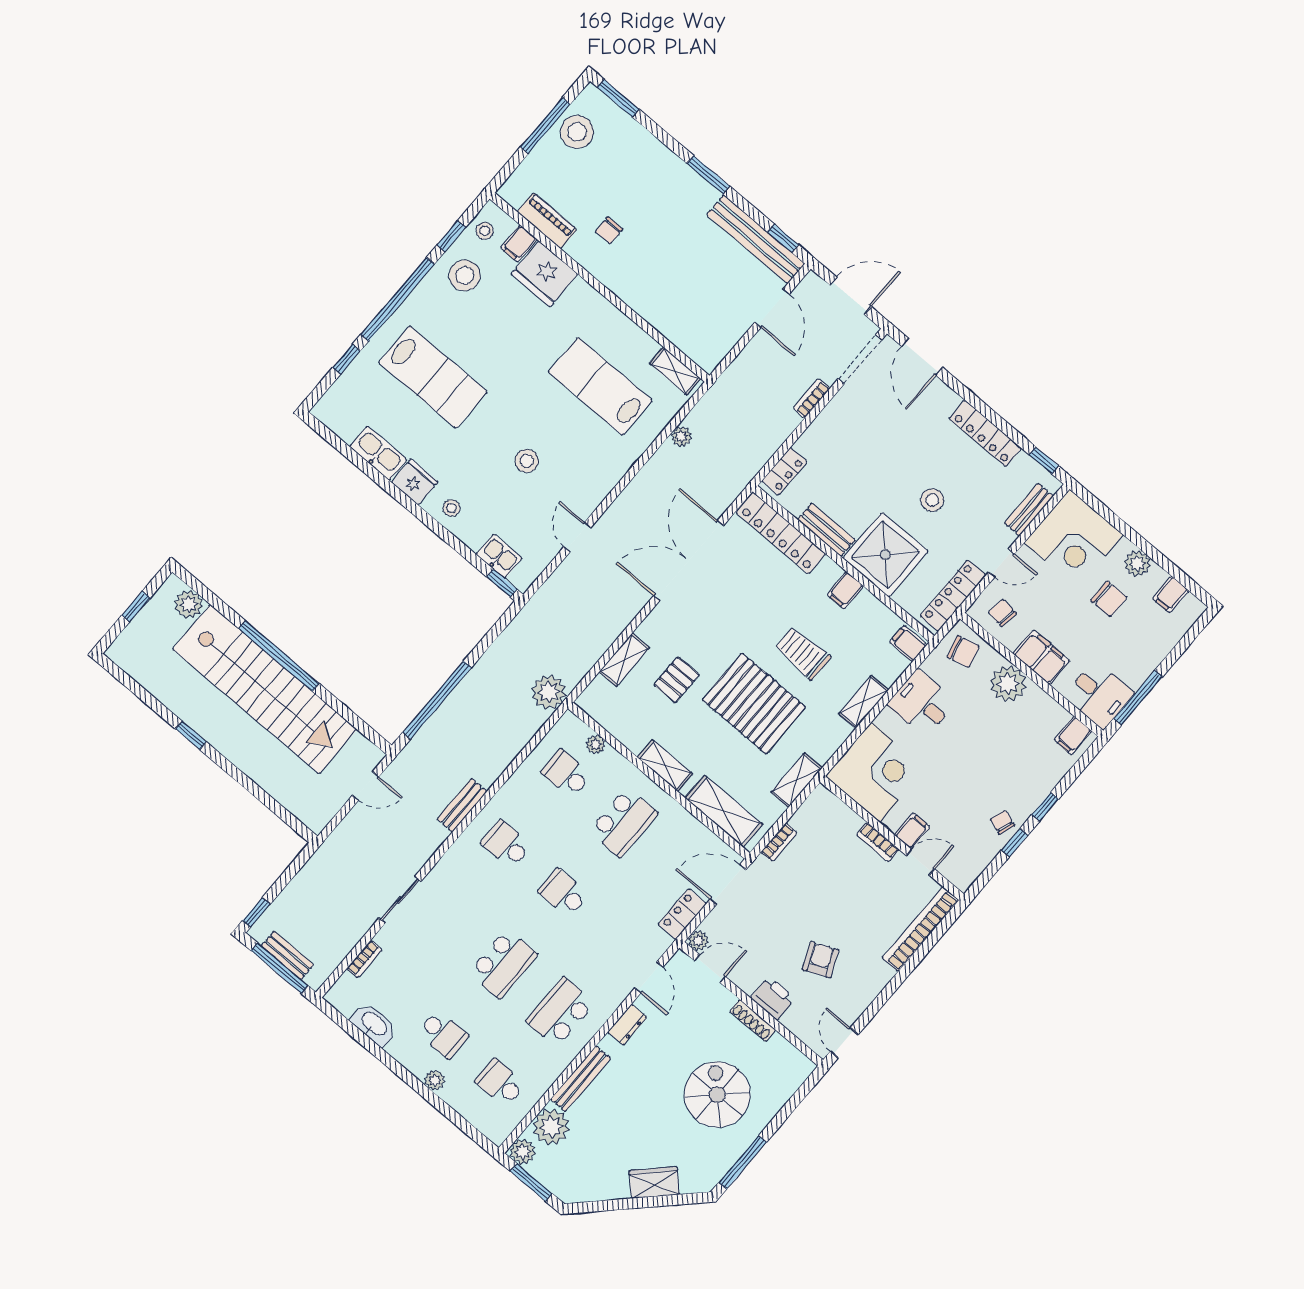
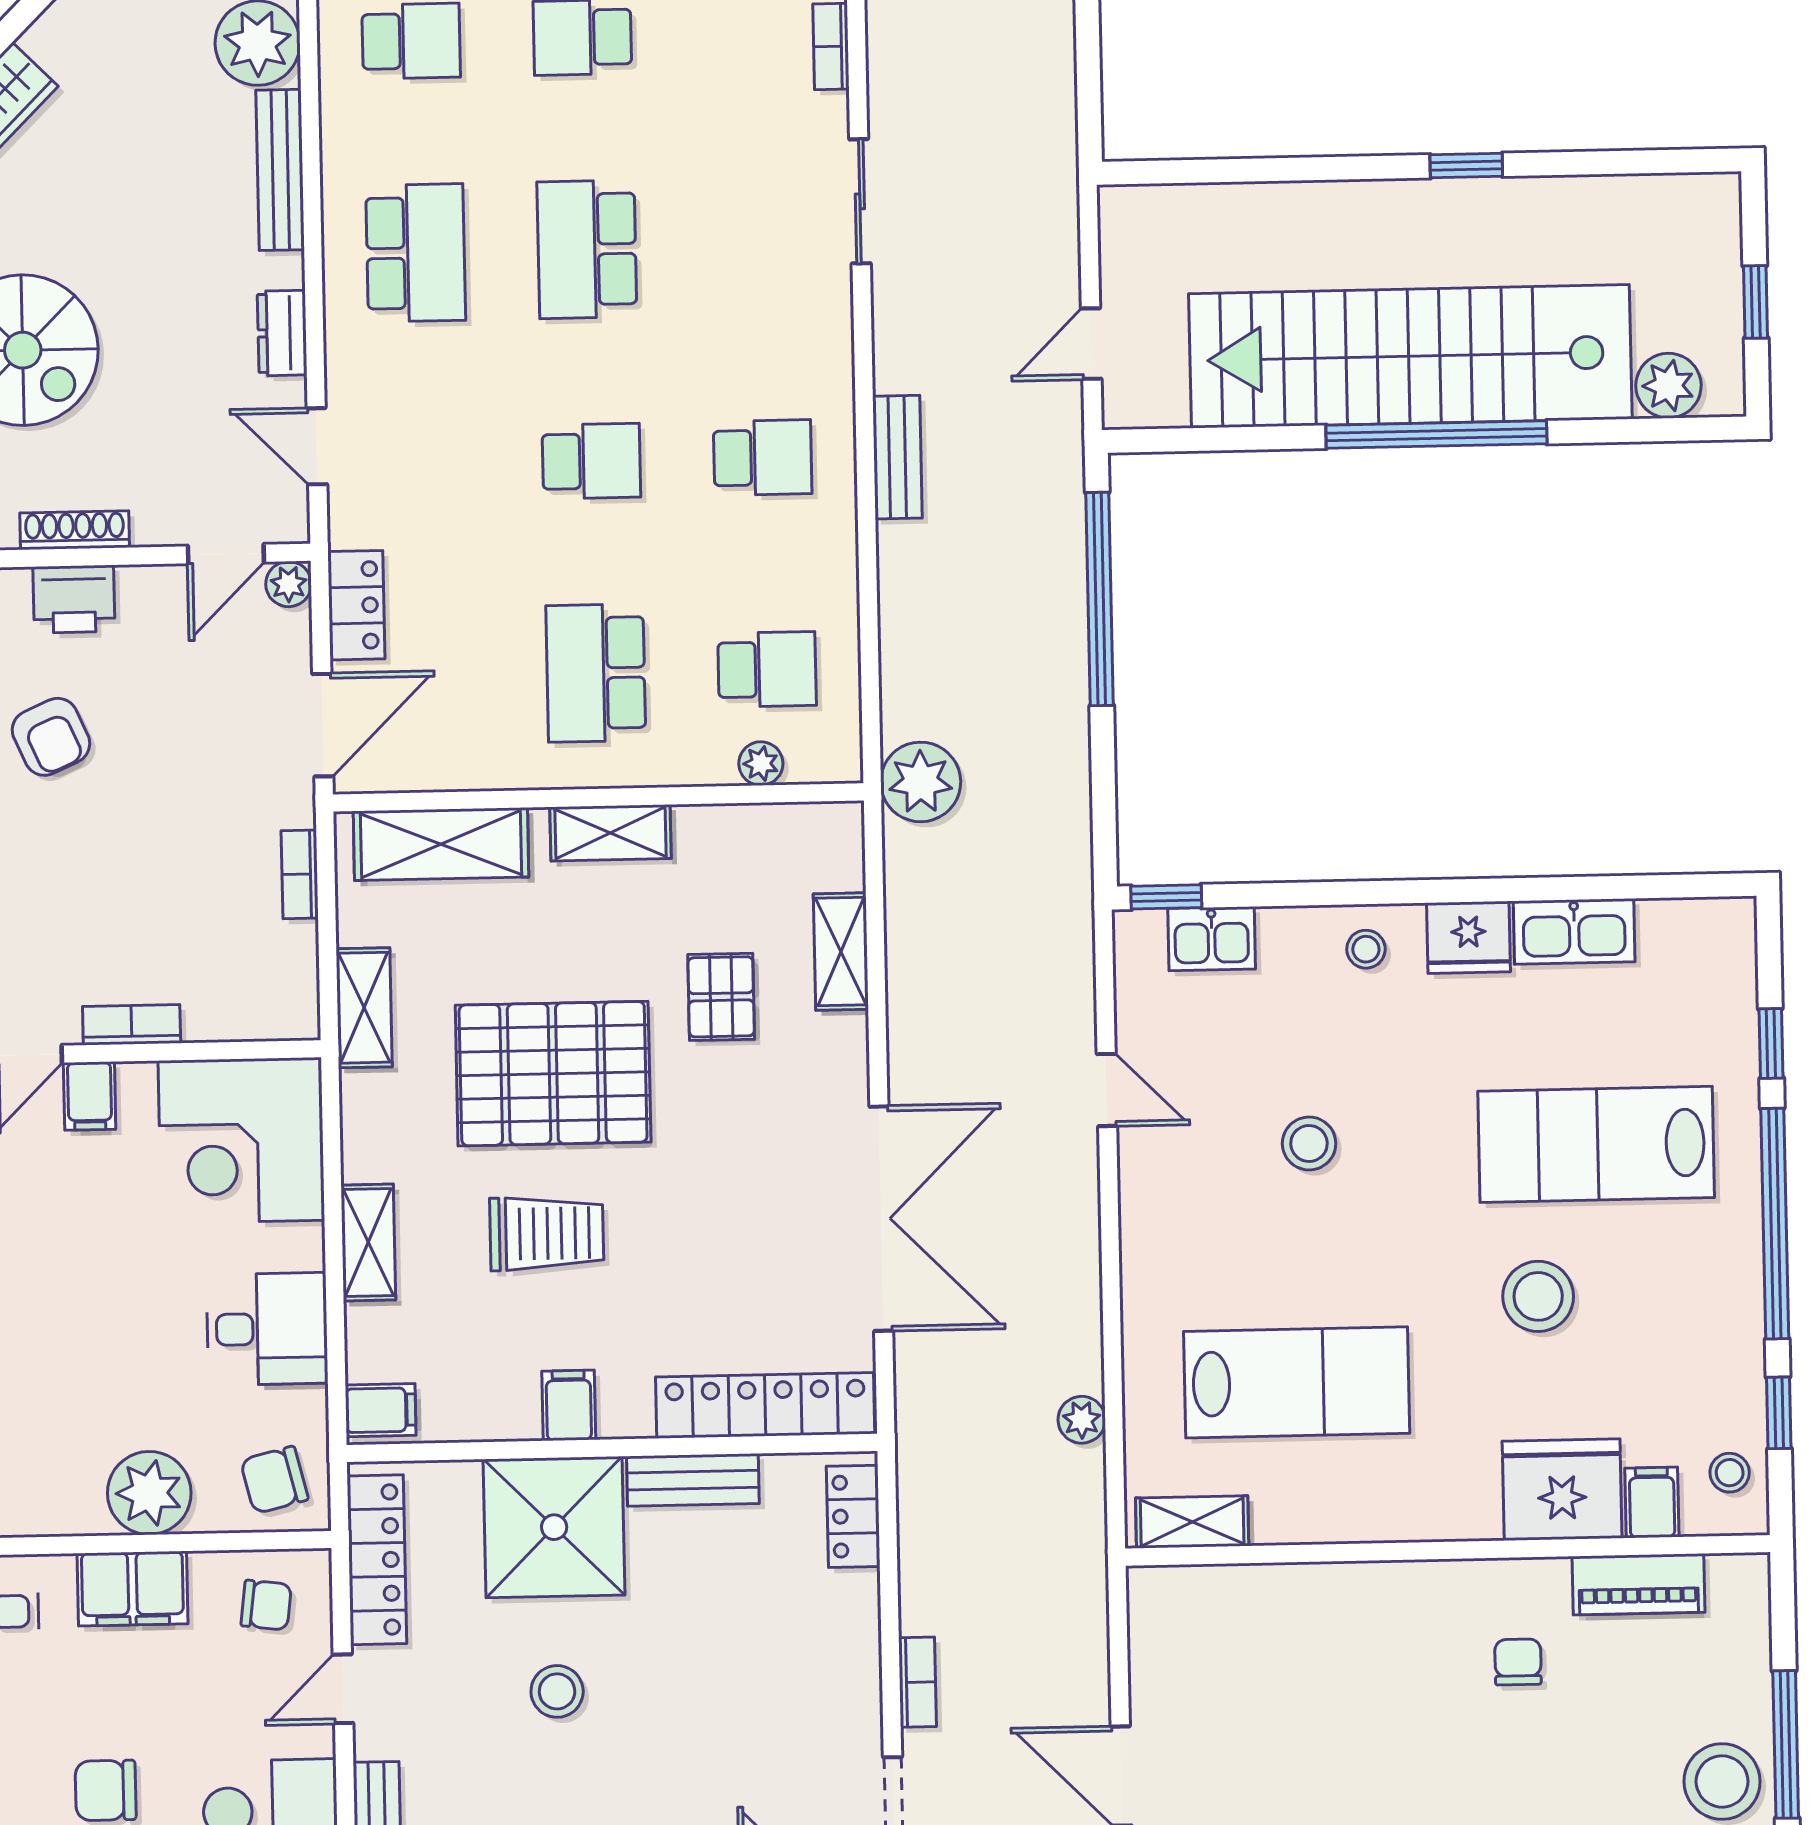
stool: (465, 275) -> (1538, 1296), moved

